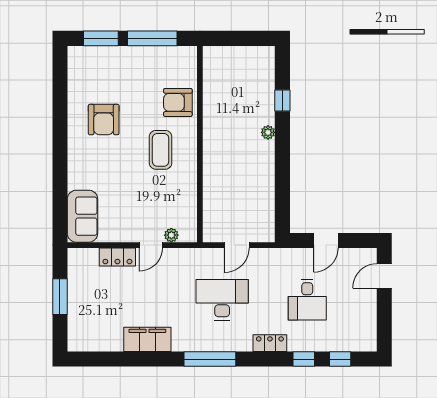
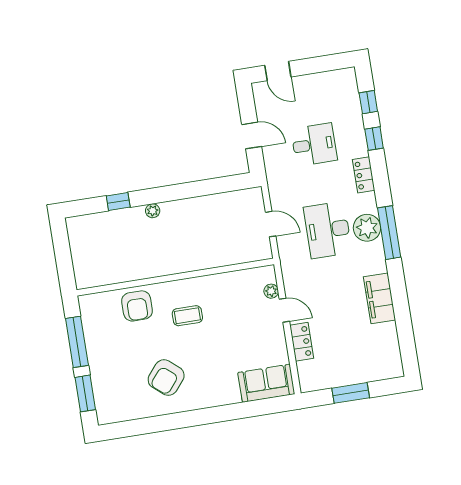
armchair: (104, 120) -> (166, 378), turned 130
coffee table: (161, 150) -> (187, 316), width x0.73, depth x0.77
plant: (218, 338) -> (367, 228), added

